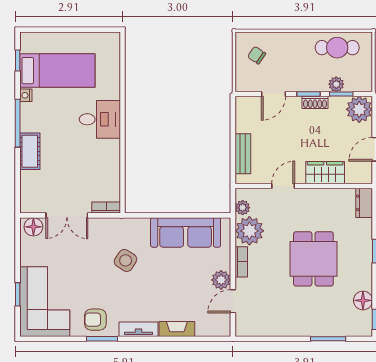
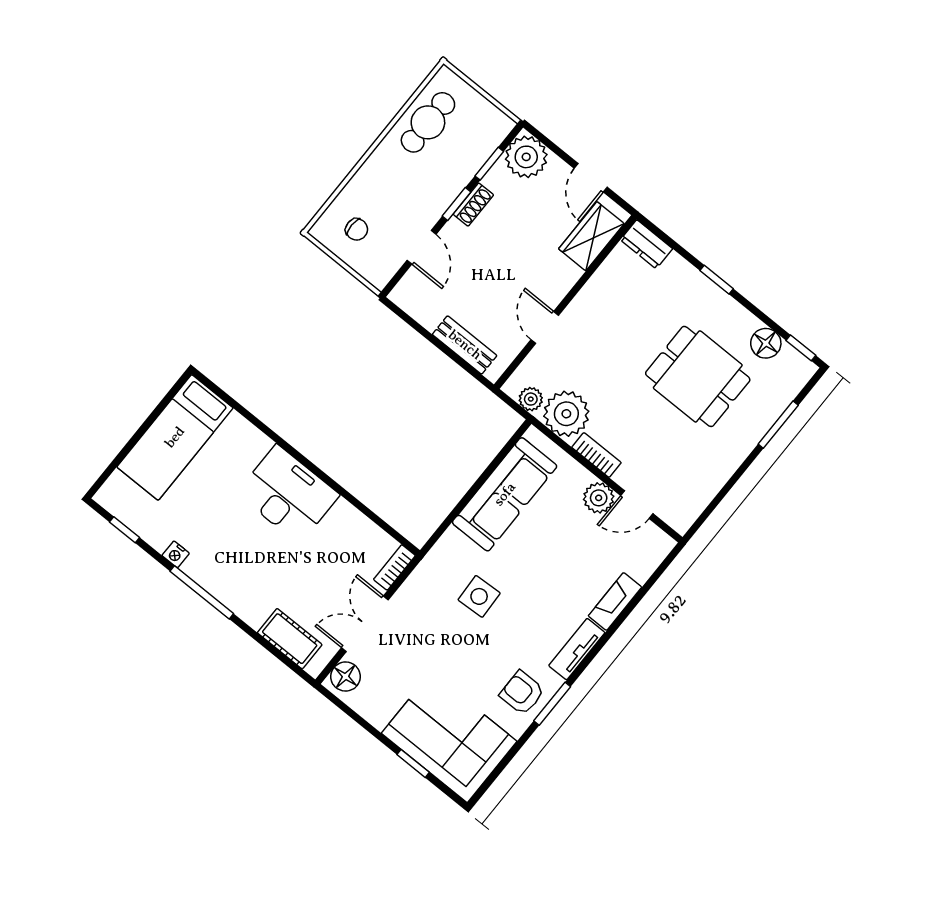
chair: (257, 55) -> (357, 229), turned -124
bed: (57, 71) -> (175, 437), moved, turned 180
plant: (336, 84) -> (472, 160), removed
desk: (100, 119) -> (288, 494), width x1.37
cot: (30, 151) -> (290, 639), moved
wardrobe: (325, 173) -> (591, 236), moved
double door: (67, 215) -> (365, 624), swing flipped
dining table: (313, 259) -> (698, 376), moved
side table: (126, 260) -> (479, 596), turned -36
door: (233, 301) -> (637, 505), hinge flipped
armchair: (95, 320) -> (522, 693), turned 90

